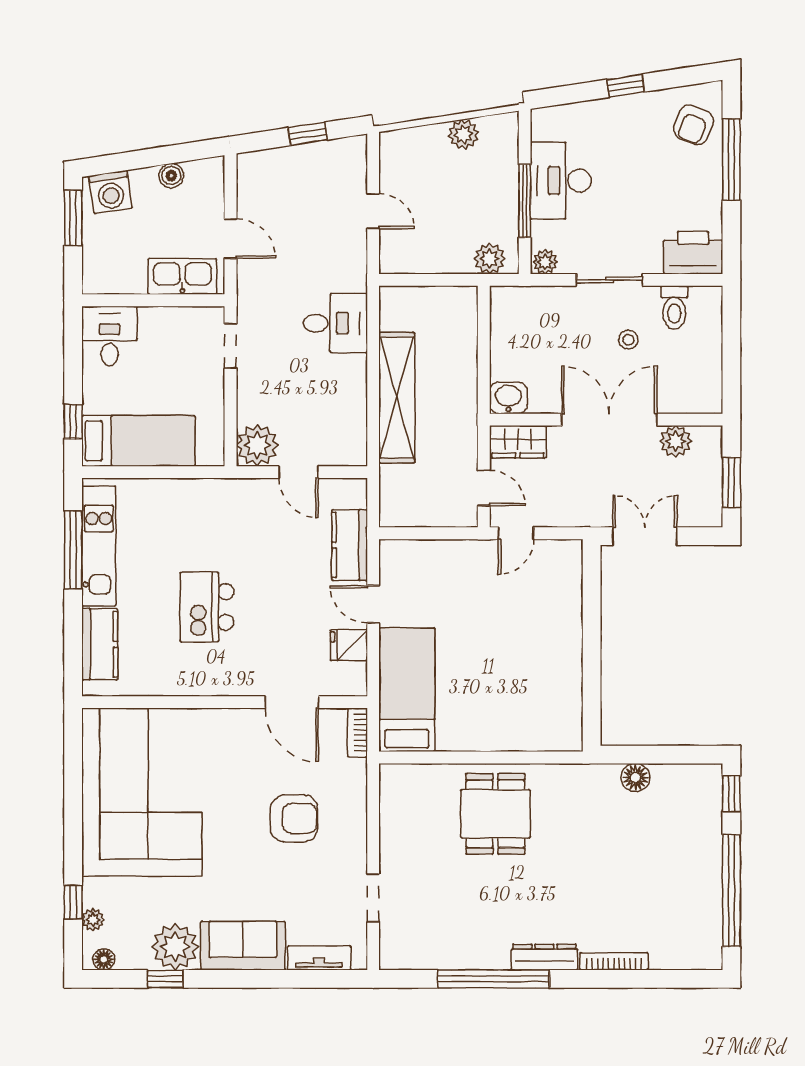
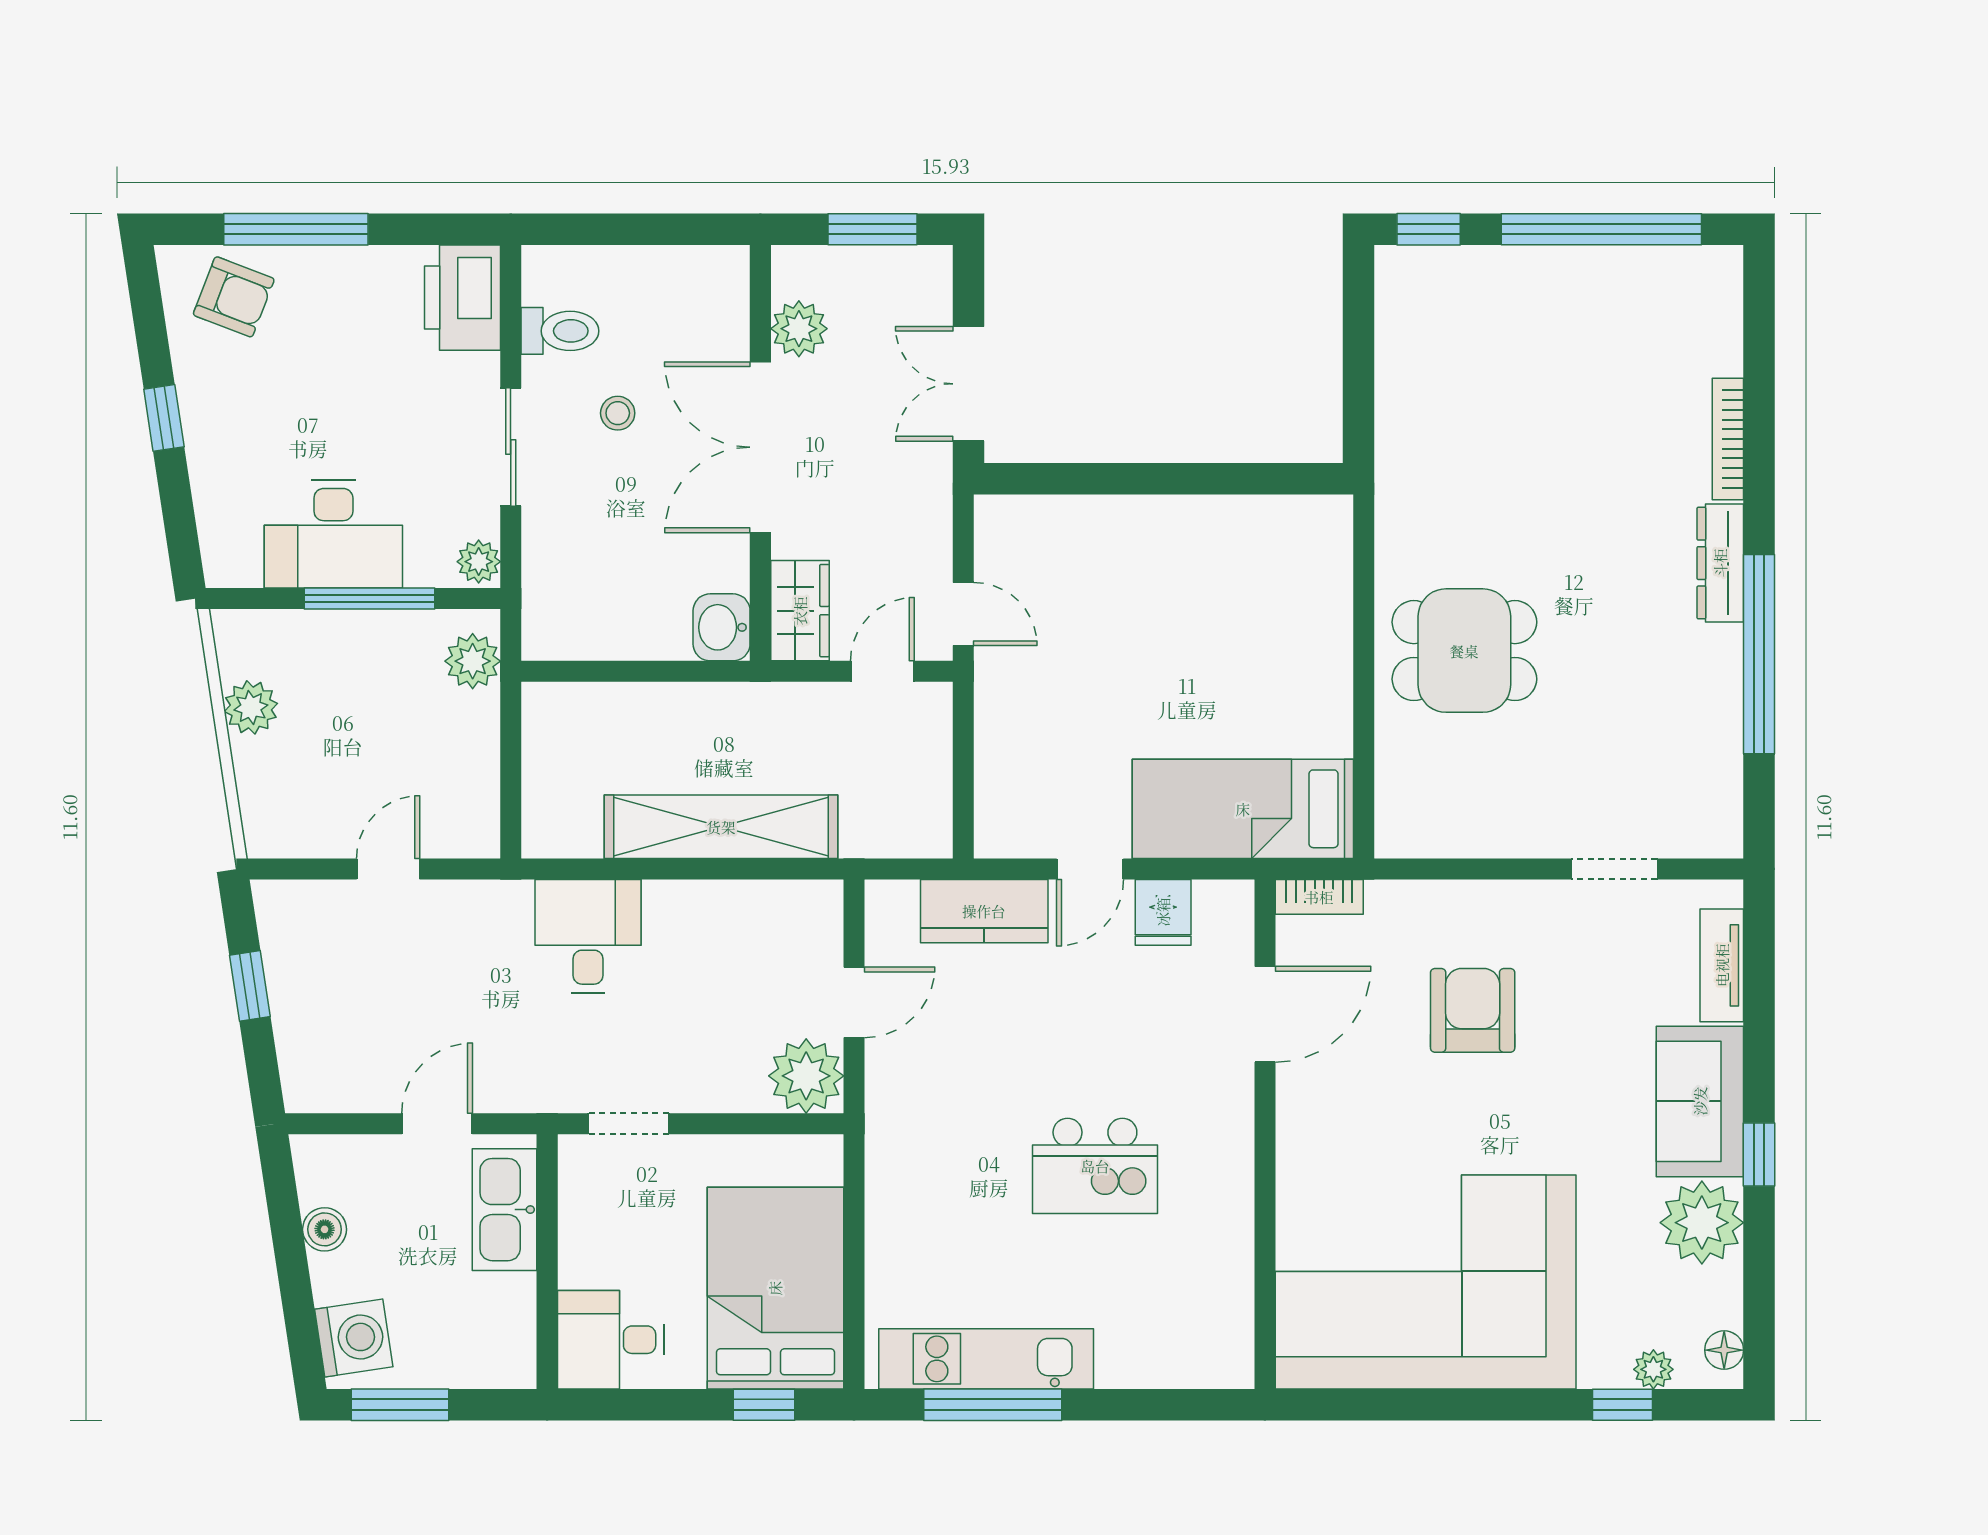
bed: (138, 441) -> (775, 1288), width x1.50
kitchen counter: (100, 644) -> (1161, 1357), removed
floor lamp: (635, 778) -> (1400, 401), removed
window: (165, 979) -> (1759, 1154), moved

